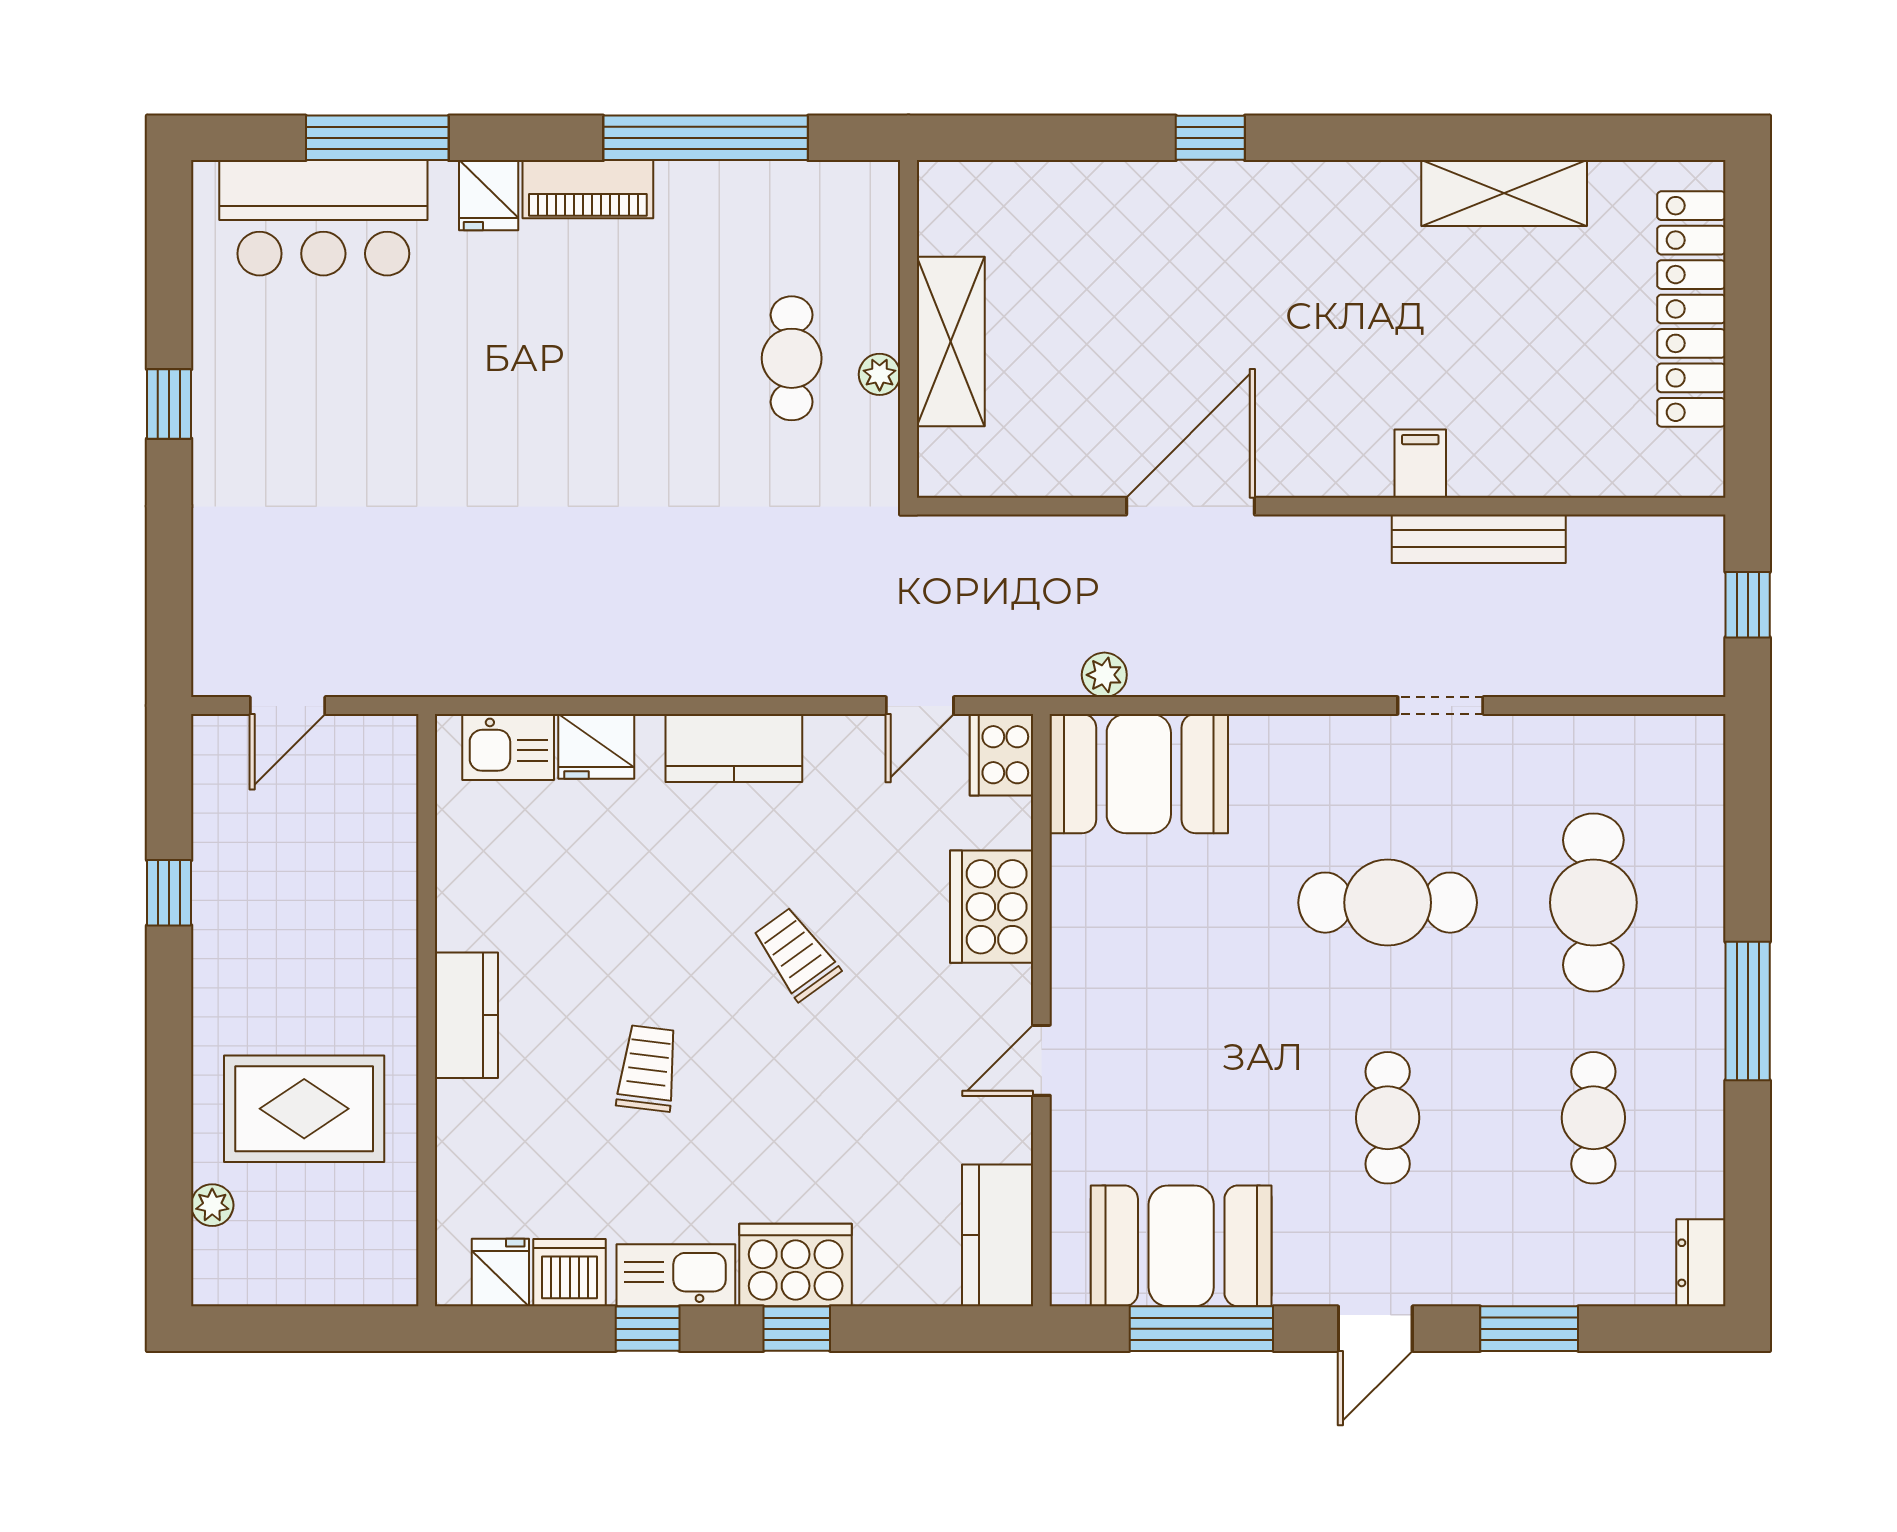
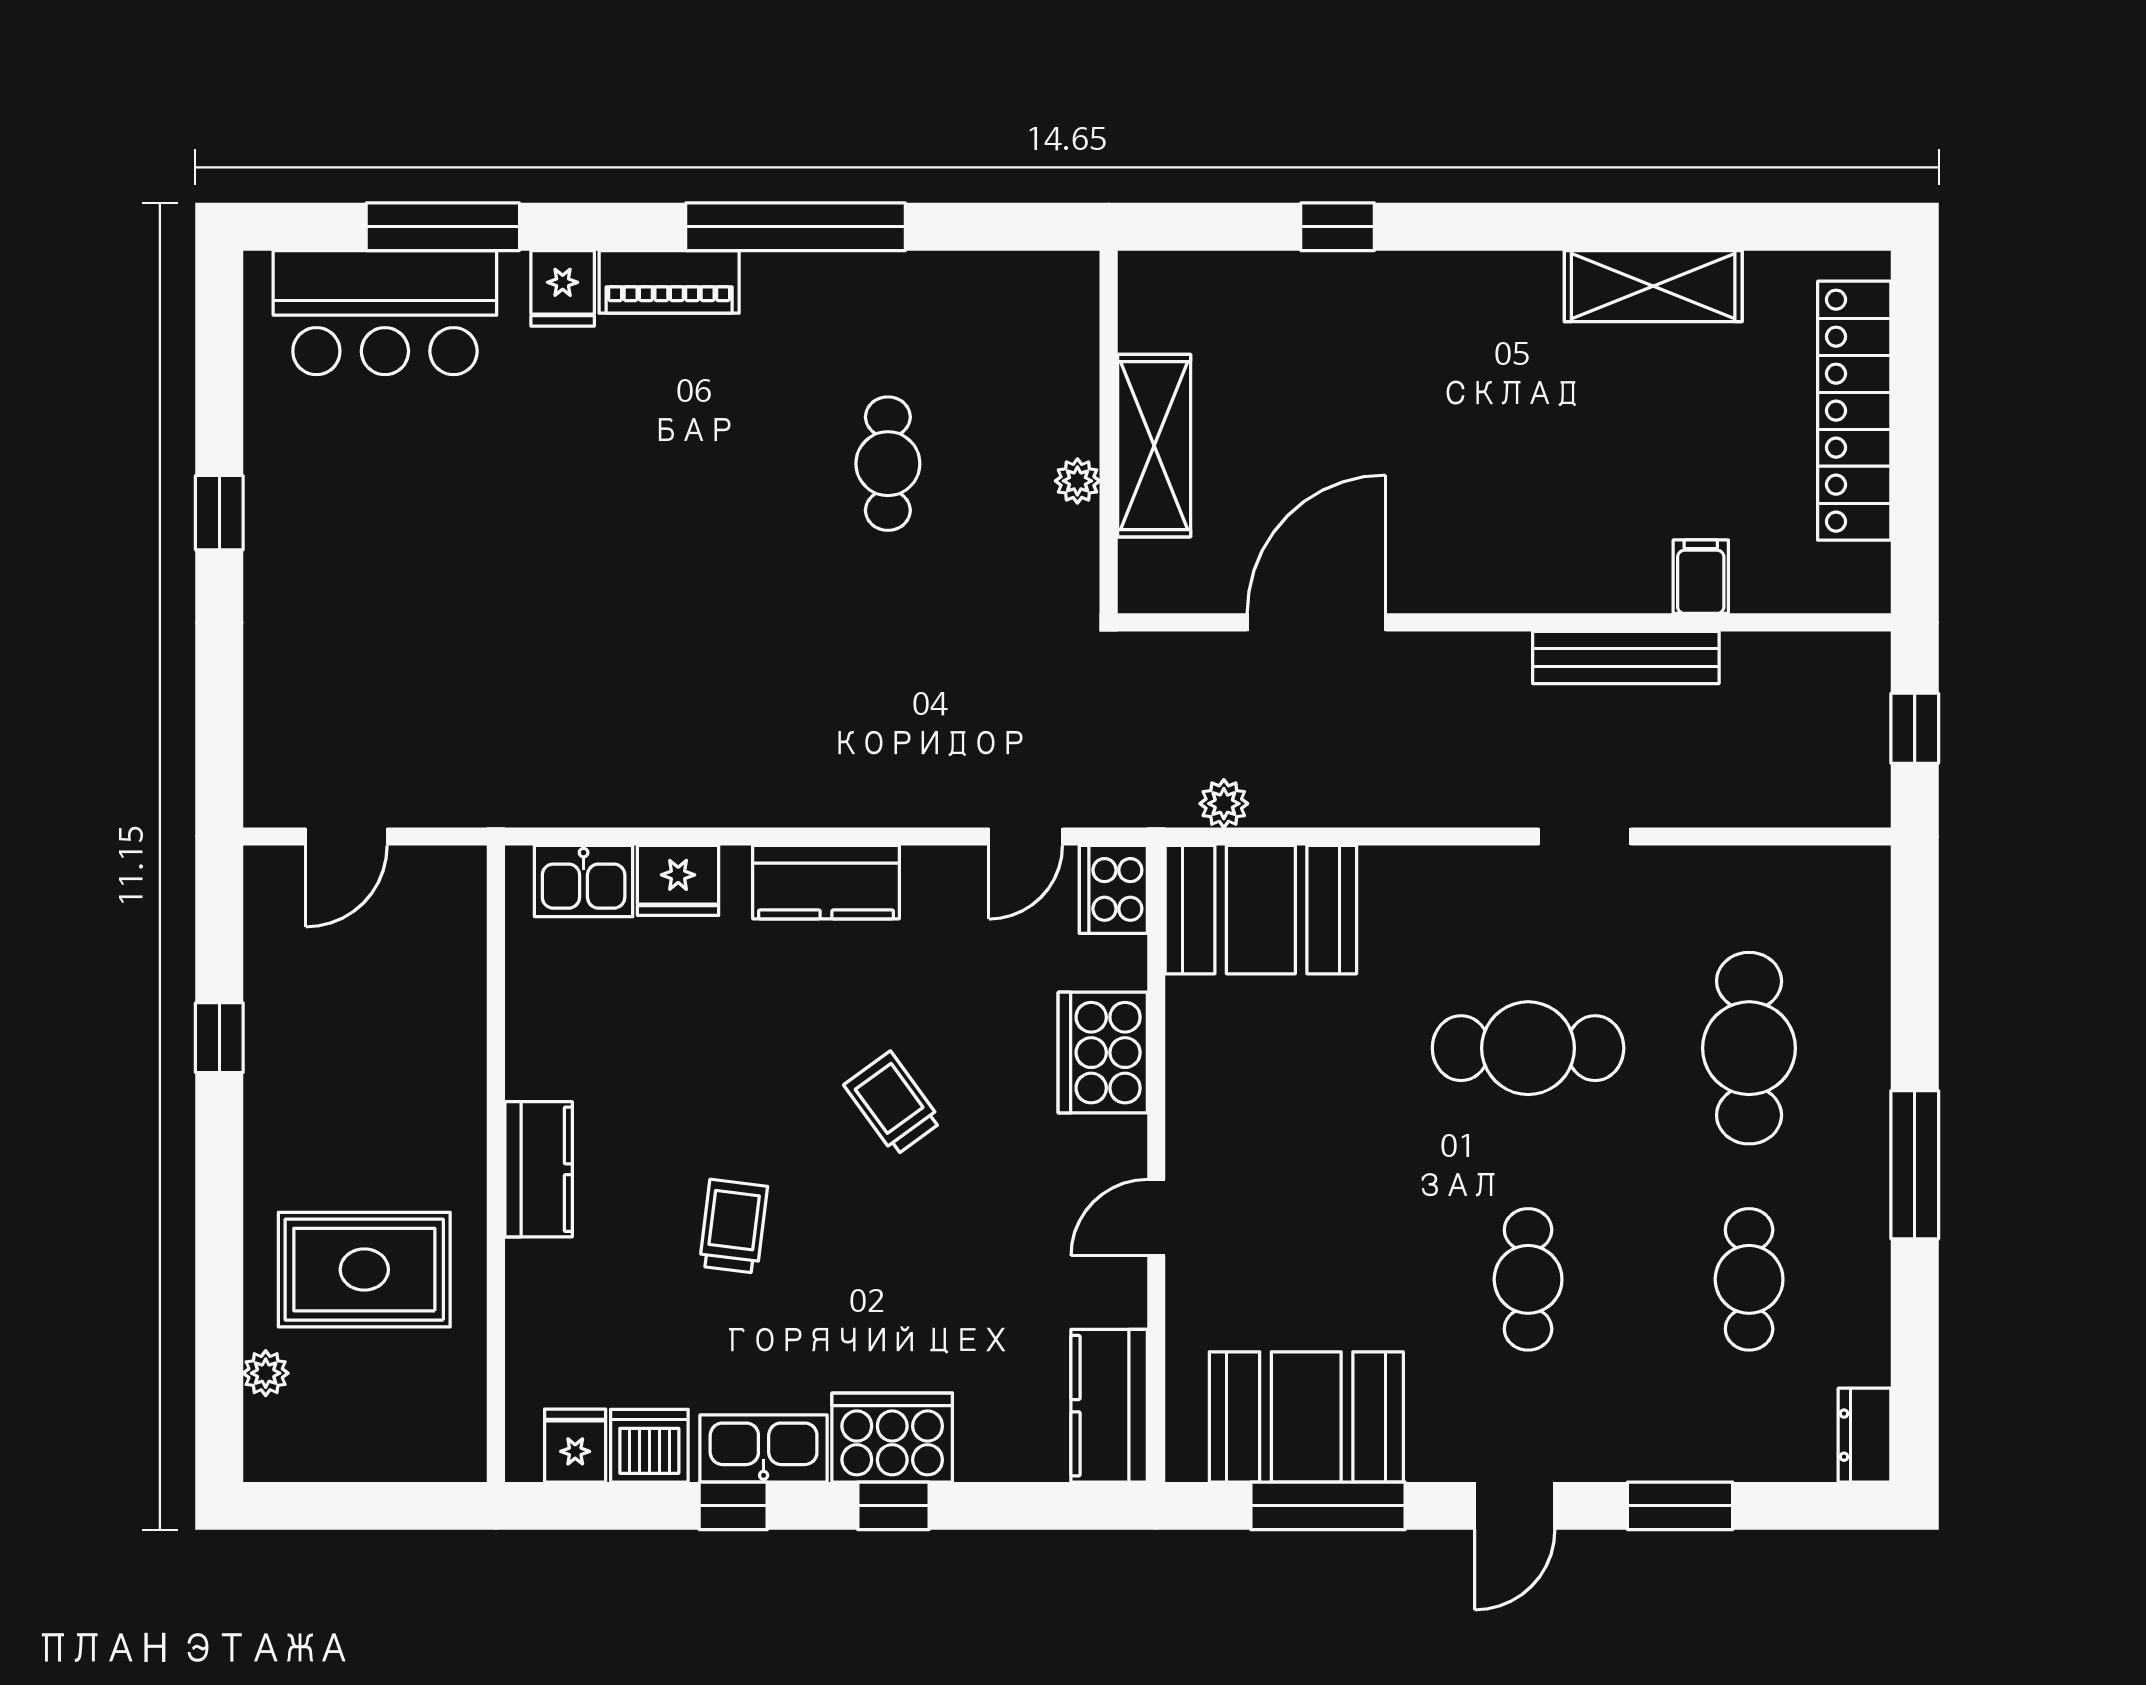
wall: (909, 329) -> (1109, 432), moved
shelving: (951, 342) -> (1154, 446), moved
plant: (880, 374) -> (1077, 481), moved
filing cabinet: (1420, 464) -> (1701, 577), moved

